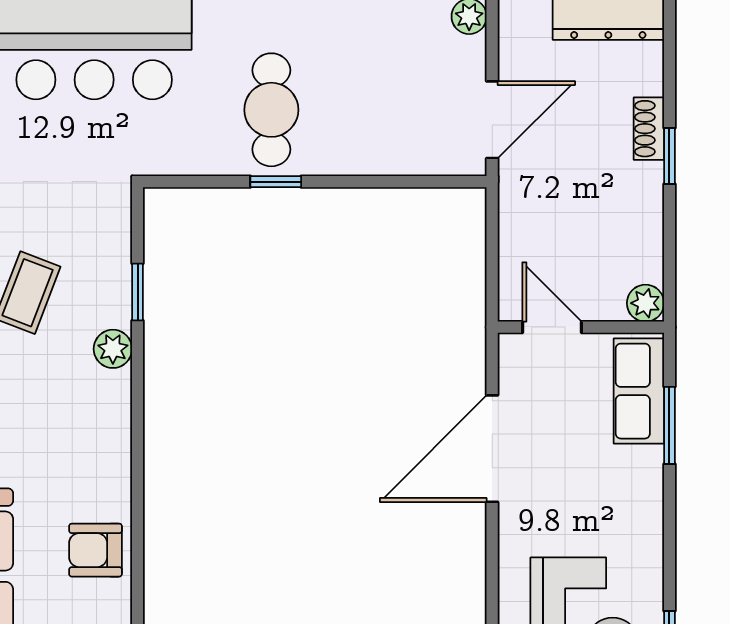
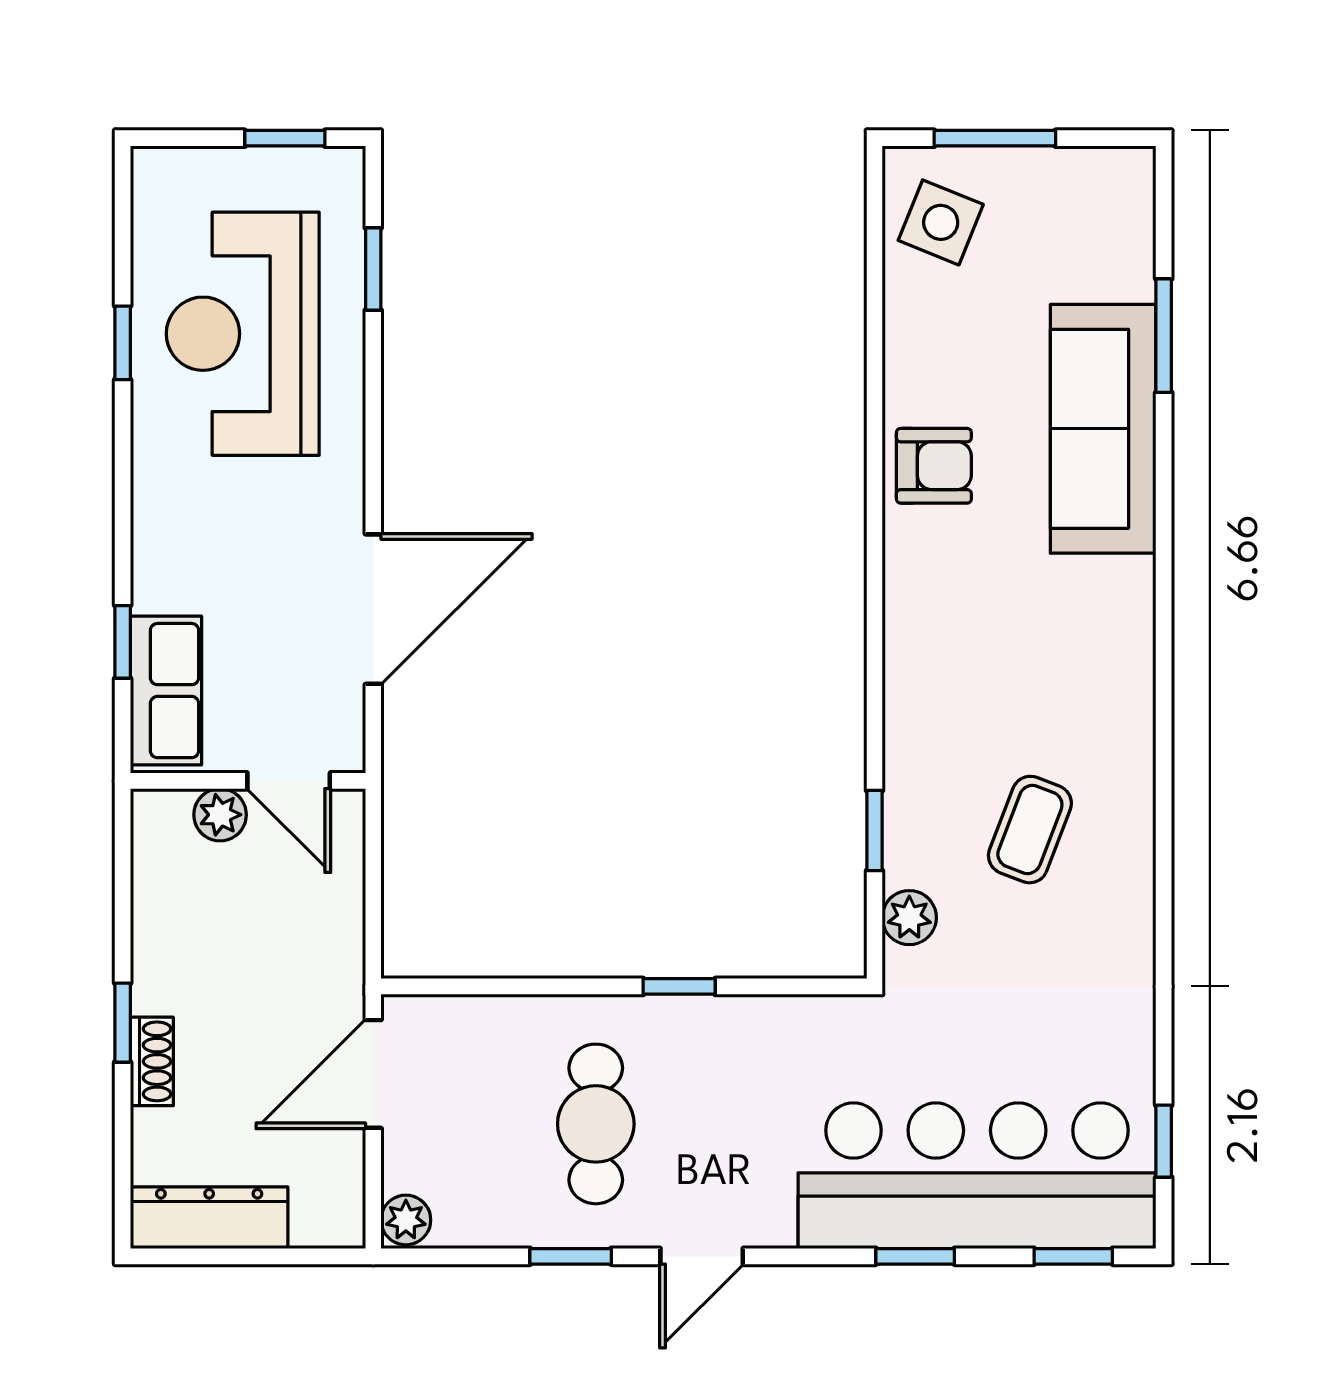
cafe table: (271, 110) -> (596, 1124), moved
plant: (645, 303) -> (220, 815), moved
plant: (113, 349) -> (909, 918), moved
window: (669, 425) -> (123, 642), width x0.67

